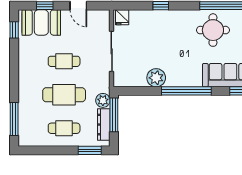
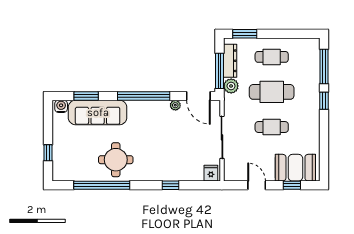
window: (14, 30) -> (324, 101), moved
plant: (156, 78) -> (175, 105), width x0.53, depth x0.53
door: (134, 91) -> (198, 96), added

